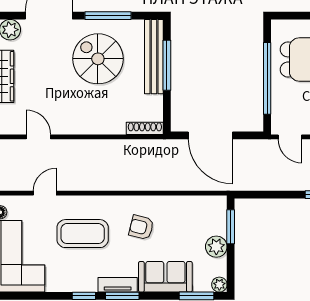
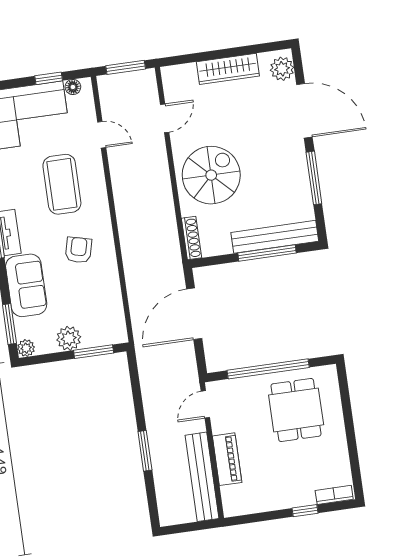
spiral stairs: (98, 59) -> (211, 175), moved

